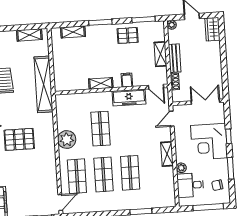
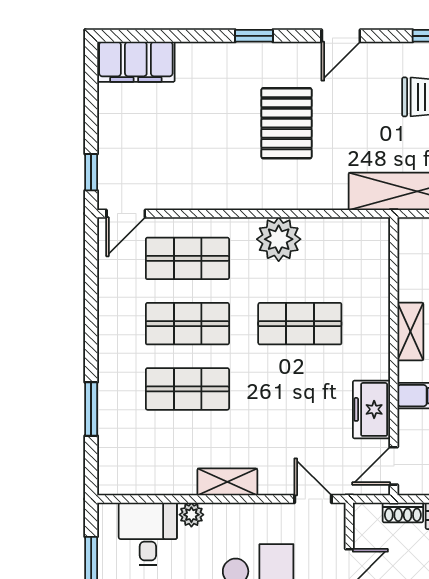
freezer: (129, 98) -> (372, 409), width x0.71
door: (60, 203) -> (126, 214), hinge flipped

